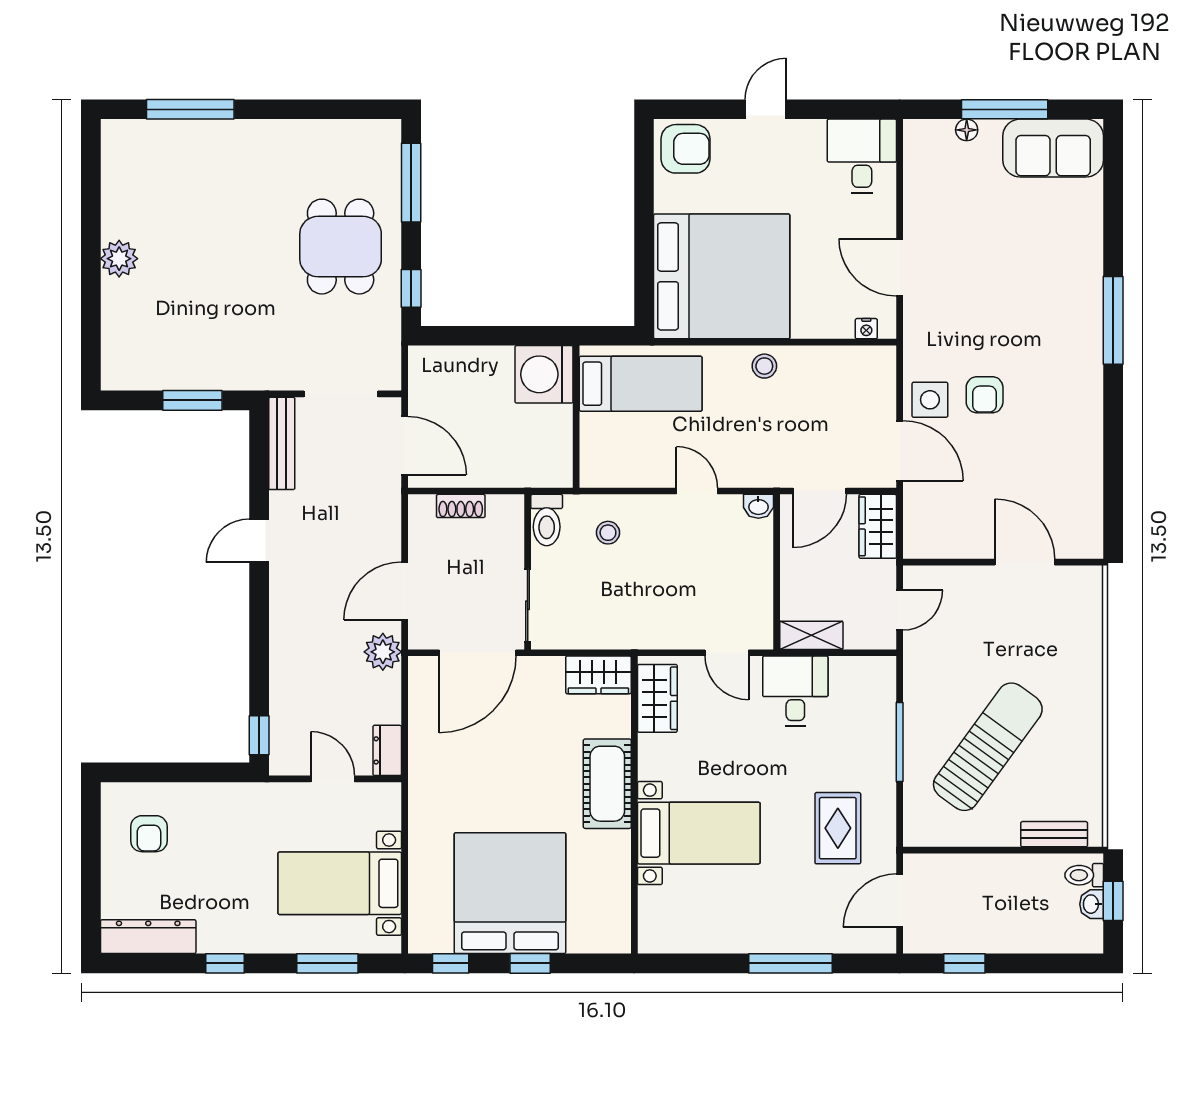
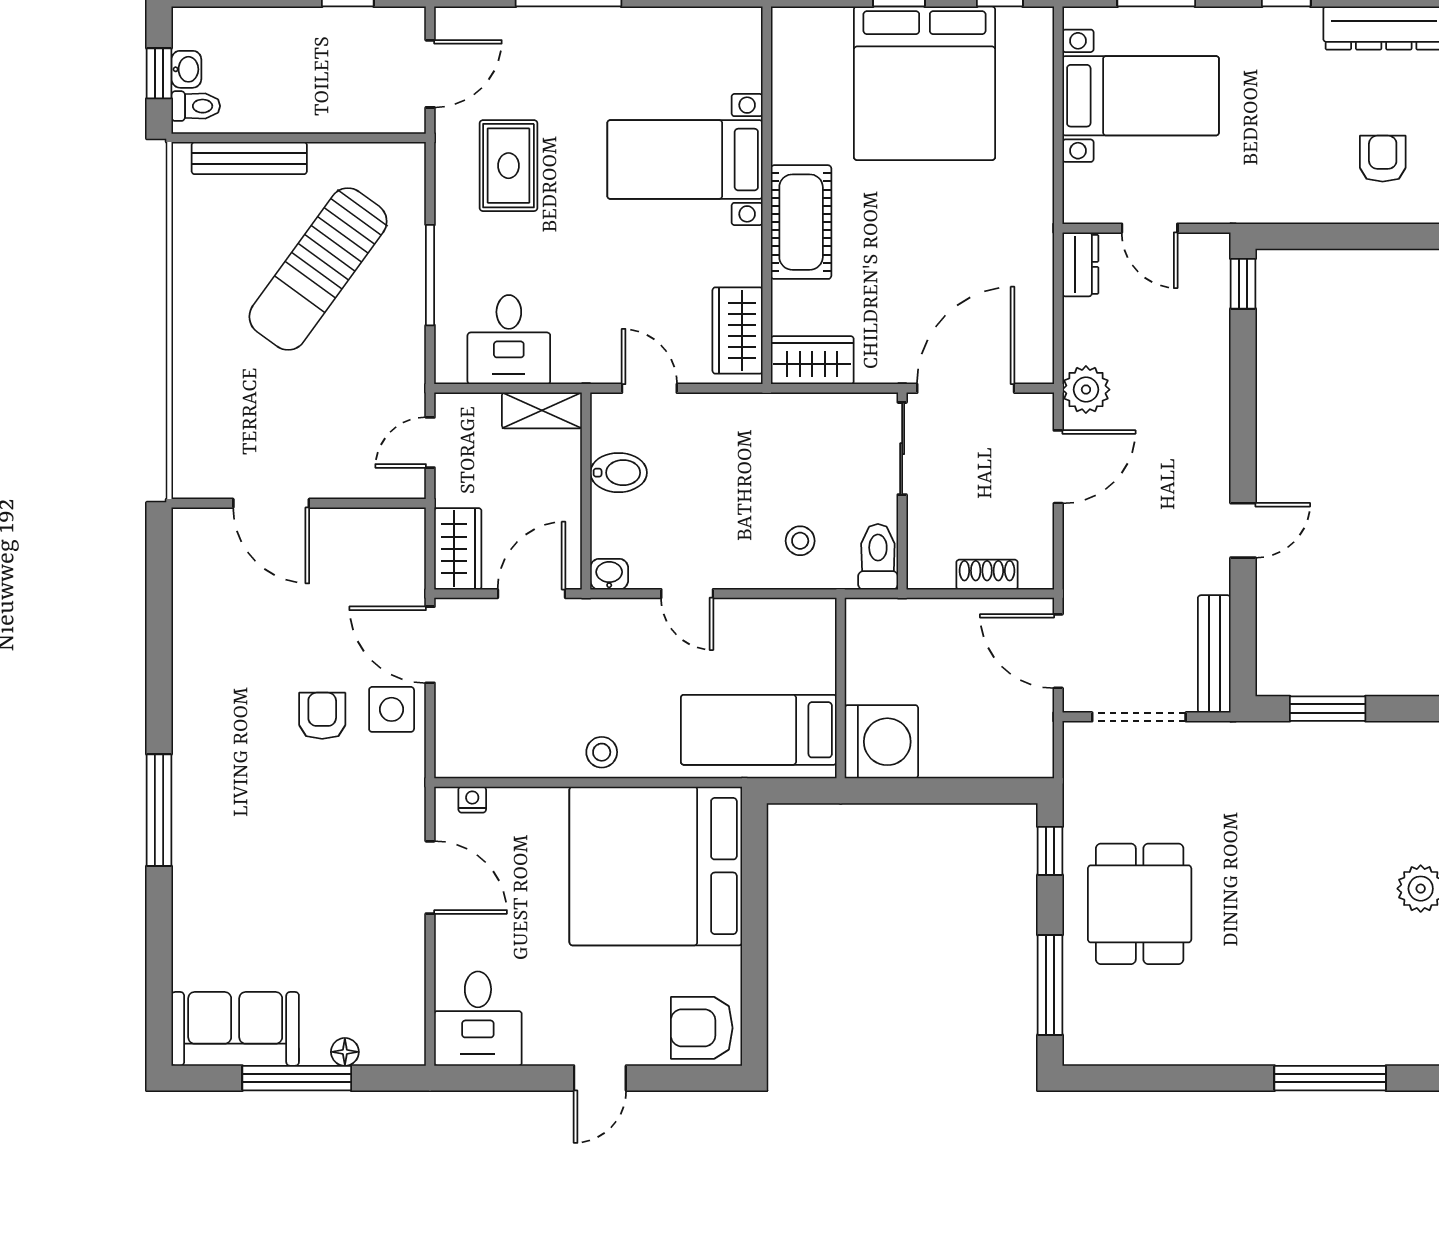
bidet: (751, 586) -> (619, 473), added
desk: (795, 691) -> (509, 340), moved
bench: (1054, 834) -> (249, 158), width x1.36

